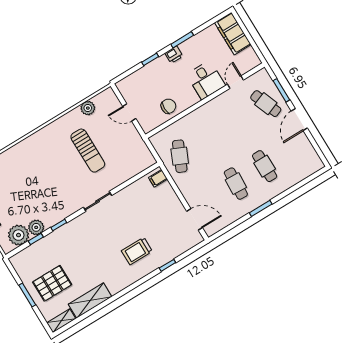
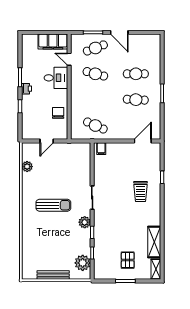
filing cabinet: (233, 34) -> (53, 42), moved
cafe table: (237, 121) -> (95, 74), added
sun lounger: (88, 151) -> (53, 205), moved
plant: (36, 227) -> (85, 222), moved
pallet: (52, 283) -> (128, 260), width x0.67, depth x0.71

